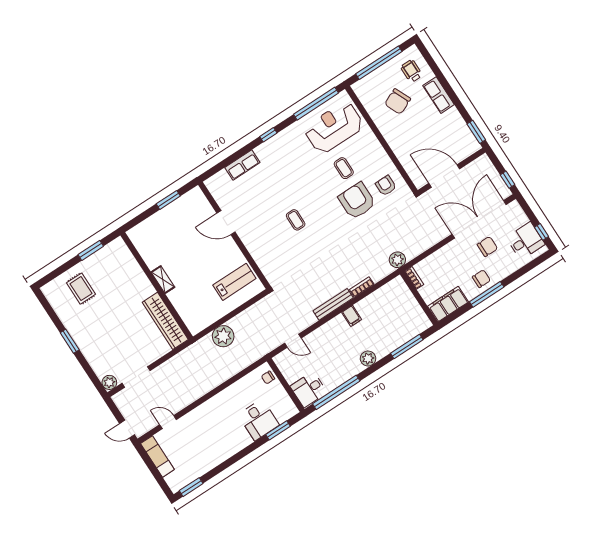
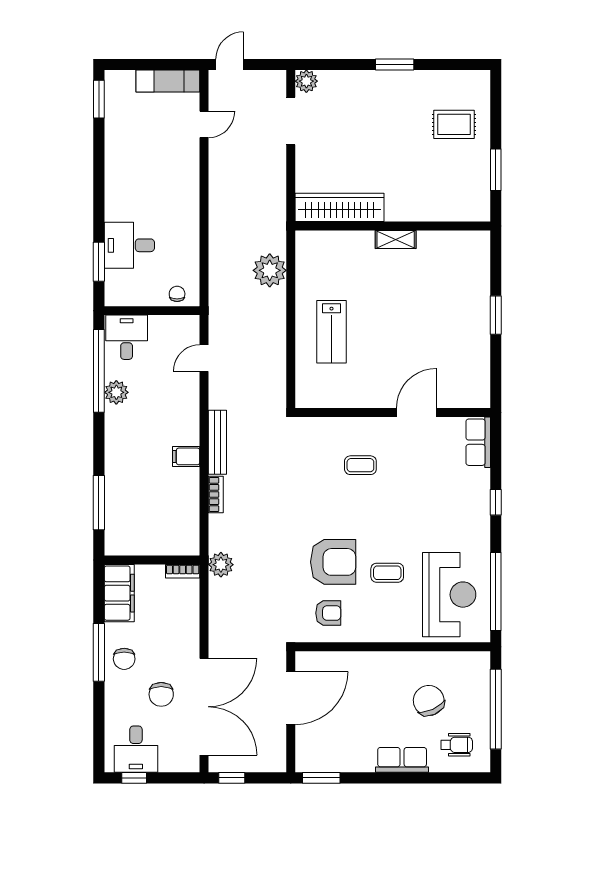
door: (226, 223) -> (416, 413), moved
wall: (234, 235) -> (393, 413), moved
plant: (368, 359) -> (116, 392), moved

